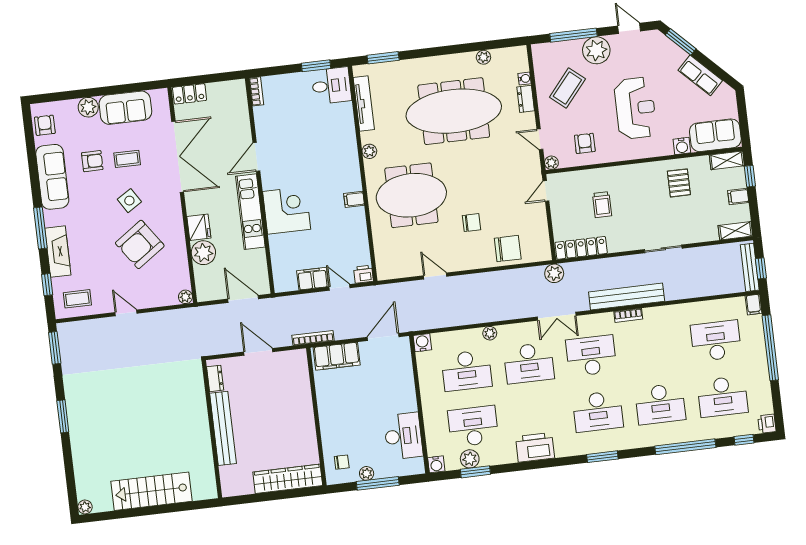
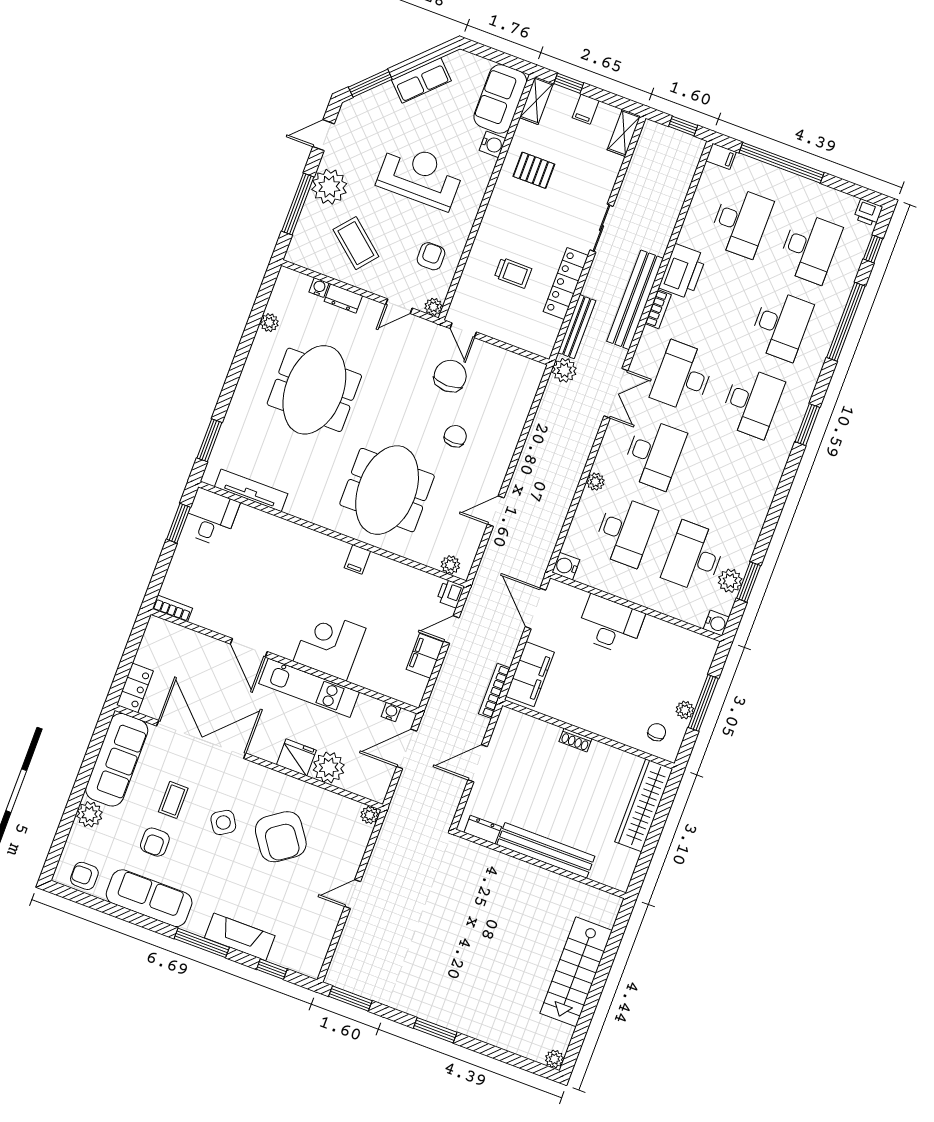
sofa: (125, 108) -> (117, 760), width x1.36
meeting table: (454, 111) -> (314, 390), width x0.73
armchair: (585, 143) -> (431, 256), turned 90
plant: (369, 151) -> (450, 565), moved
armchair: (92, 161) -> (155, 842), turned 180
locker: (581, 248) -> (566, 283), moved
chair: (508, 249) -> (450, 376), moved
bench: (750, 267) -> (577, 327), moved, turned 90
water cooler: (263, 275) -> (391, 712), added
coffee table: (77, 299) -> (307, 942), removed
desk: (716, 341) -> (741, 222), turned 180
shoe rack: (308, 410) -> (575, 740), added
desk: (403, 436) -> (610, 625), moved
printer: (535, 447) -> (683, 271), moved, turned 180

